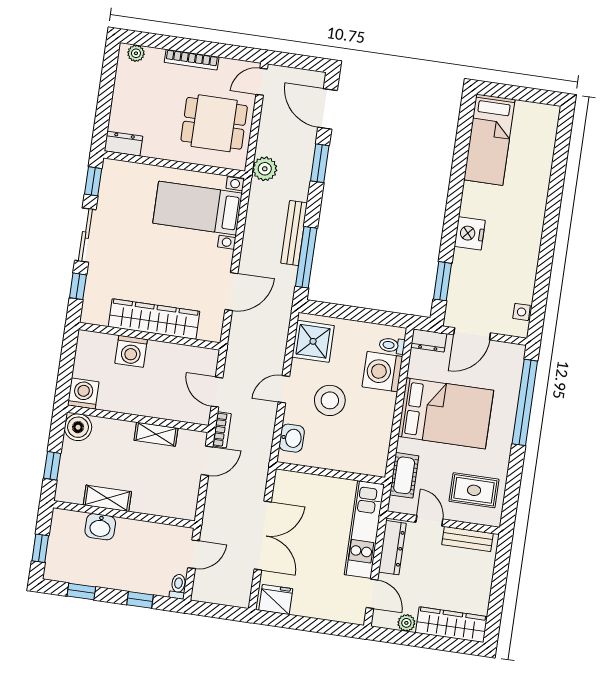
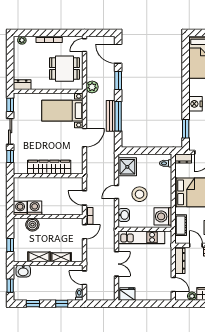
window: (306, 257) -> (118, 116), moved
door: (231, 292) -> (84, 138), moved
washing machine: (131, 351) -> (35, 208), moved, turned 180
washing machine: (382, 372) -> (163, 216), moved
boiler: (78, 427) -> (32, 225), moved
shelving: (156, 434) -> (61, 257), moved
washbasin: (100, 527) -> (23, 271), moved
kitchen unit: (364, 530) -> (141, 237), moved, turned -90
double door: (263, 536) -> (117, 264), width x0.73
door: (194, 554) -> (84, 278), swing flipped

